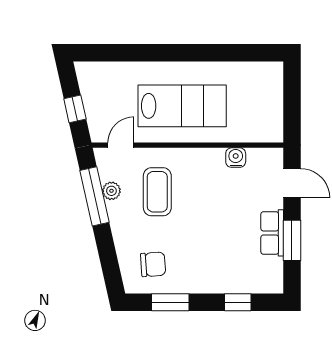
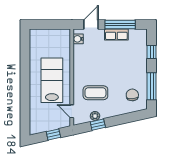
water cooler: (236, 158) -> (78, 39), moved
window: (95, 196) -> (98, 125), width x0.46
window: (292, 240) -> (120, 24), width x1.44
window: (170, 302) -> (152, 86), width x1.44

